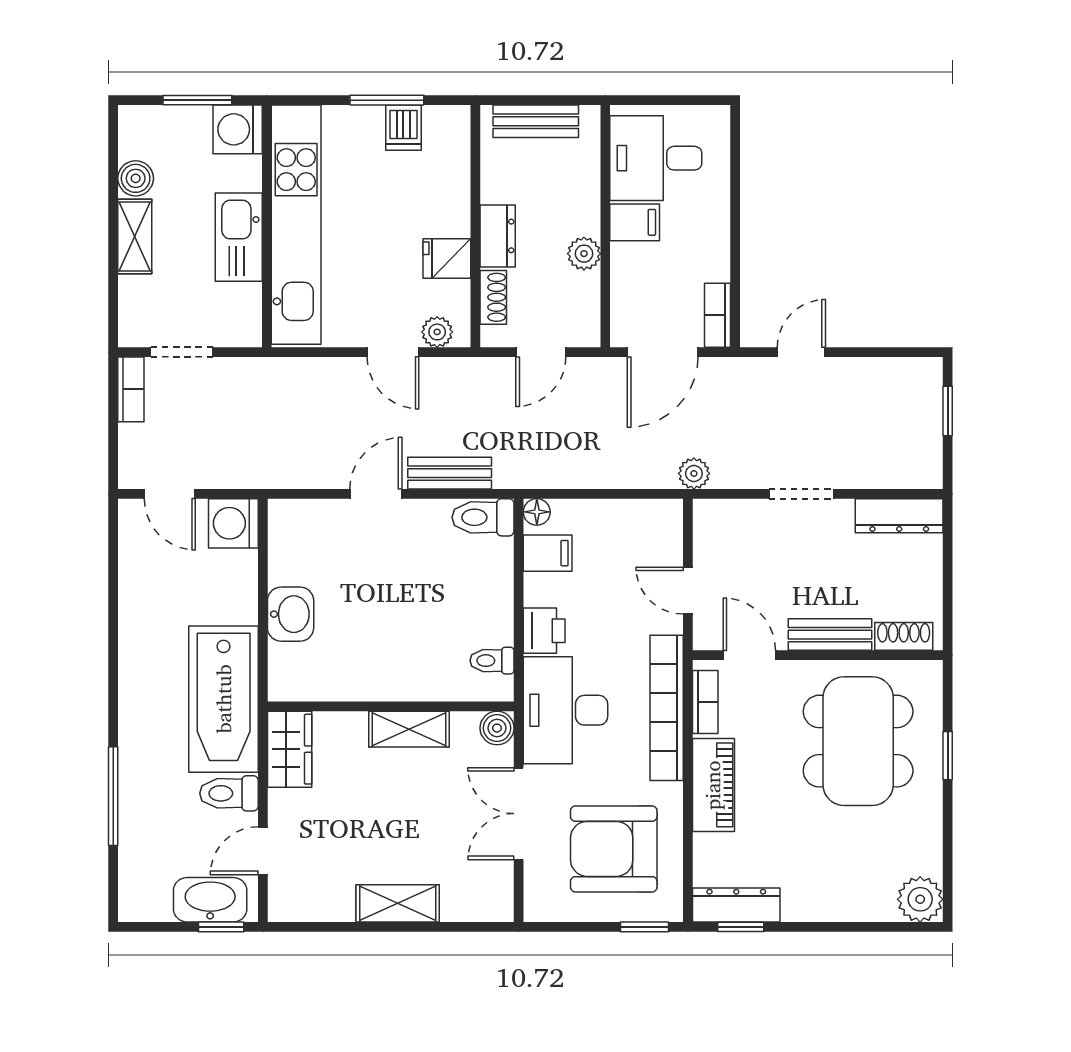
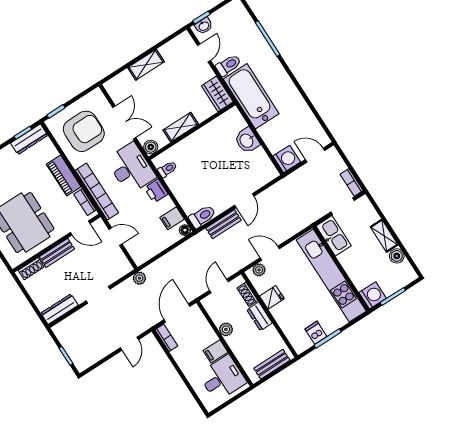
kitchen sink: (239, 237) -> (334, 236), moved
washbasin: (210, 900) -> (204, 26), width x0.52, depth x0.69

